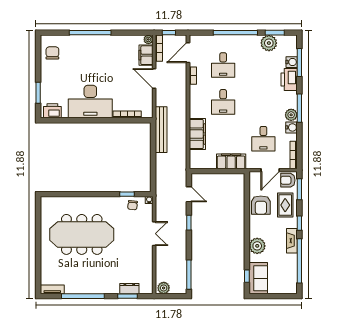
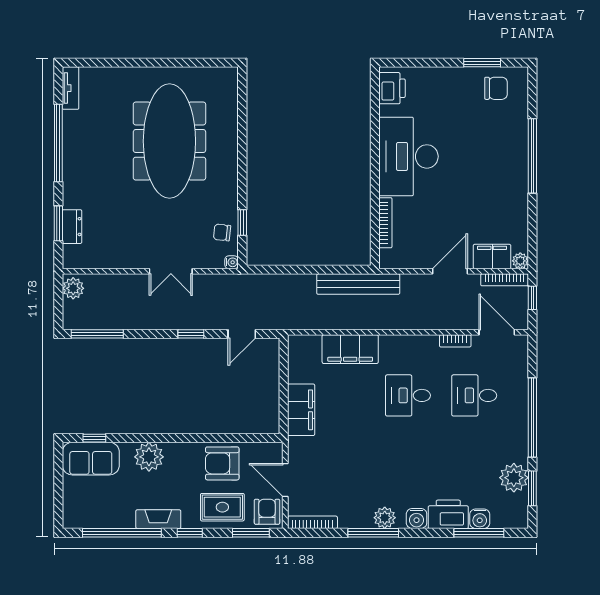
window: (38, 93) -> (482, 63), moved
window: (299, 108) -> (373, 533), moved
water cooler: (292, 127) -> (417, 518), moved
desk: (263, 139) -> (342, 468), removed

